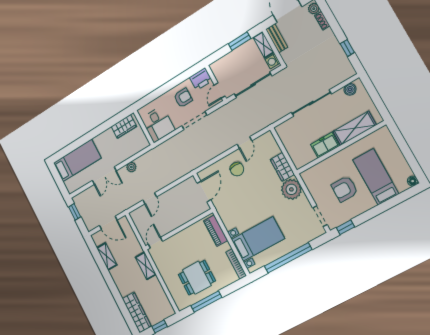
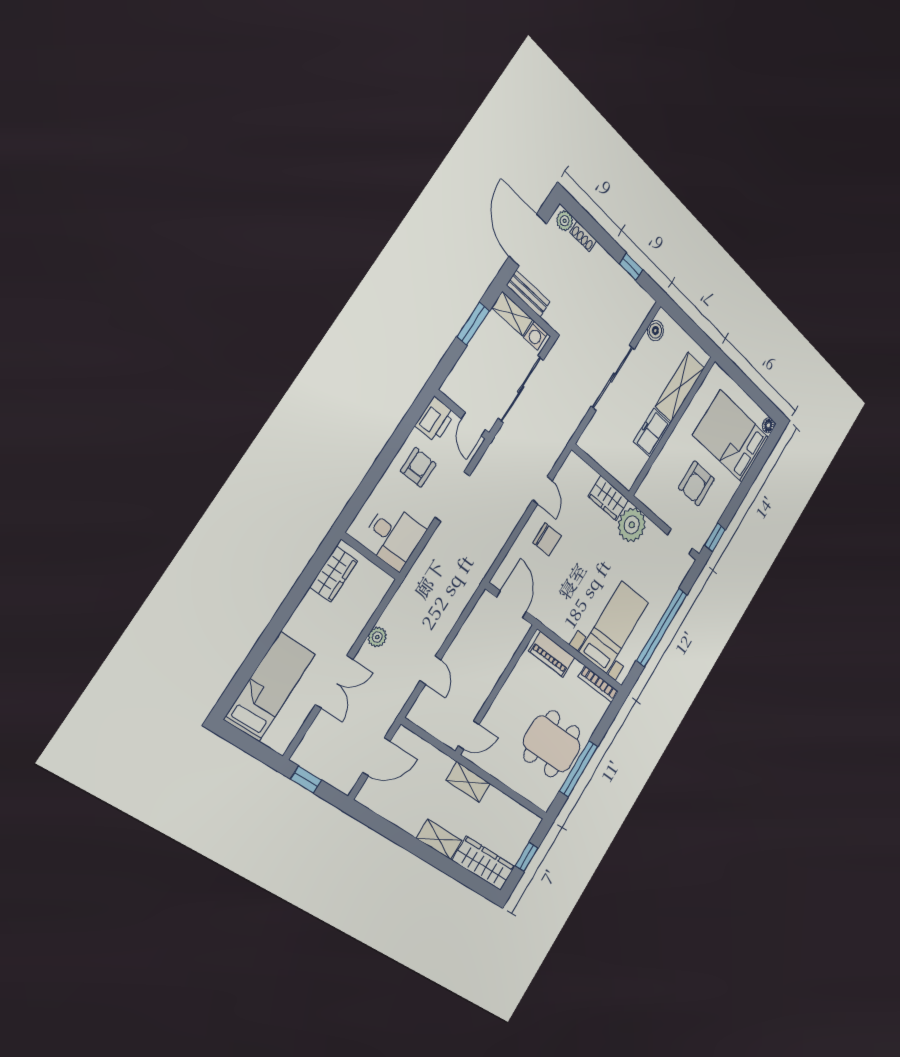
bed: (376, 177) -> (731, 436), width x1.50
door: (155, 243) -> (469, 735), swing flipped
shelving: (107, 256) -> (439, 839), moved
dining table: (197, 278) -> (552, 744), width x1.37

